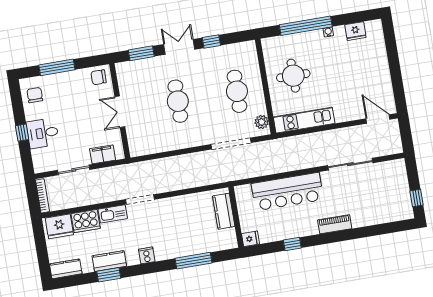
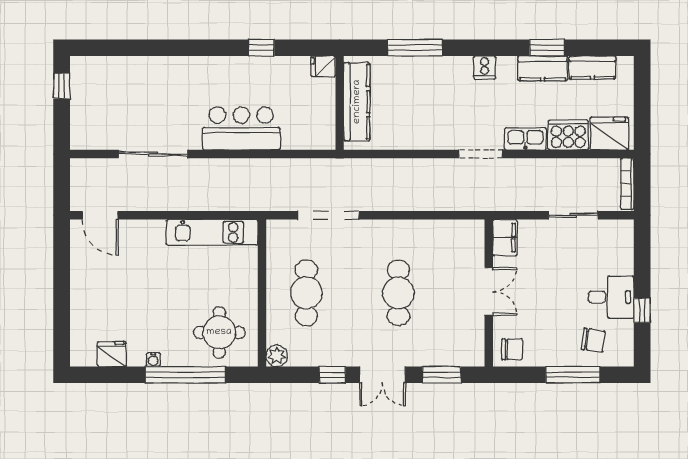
round table: (293, 76) -> (219, 332), moved
chair: (35, 95) -> (593, 340), moved, turned -82
plant: (262, 122) -> (277, 356), moved
window: (22, 133) -> (642, 310), moved
desk: (43, 133) -> (611, 297), moved
filing cabinet: (103, 154) -> (505, 238), moved, turned -90
bar counter: (287, 192) -> (241, 128), width x0.73
kitchen counter: (224, 211) -> (357, 102), width x1.50
piano: (335, 224) -> (192, 67), removed
kitchen counter: (66, 269) -> (592, 68), moved

